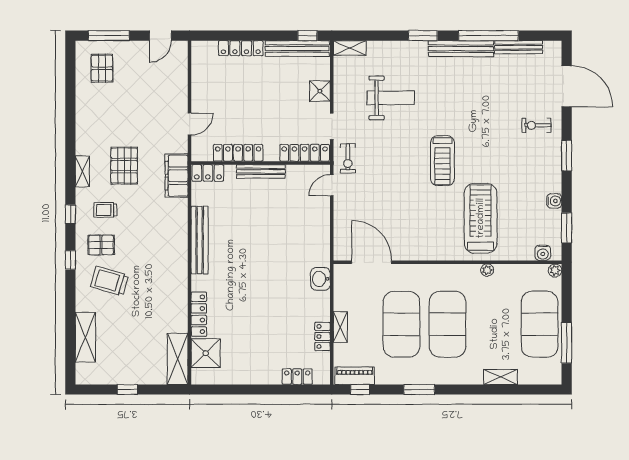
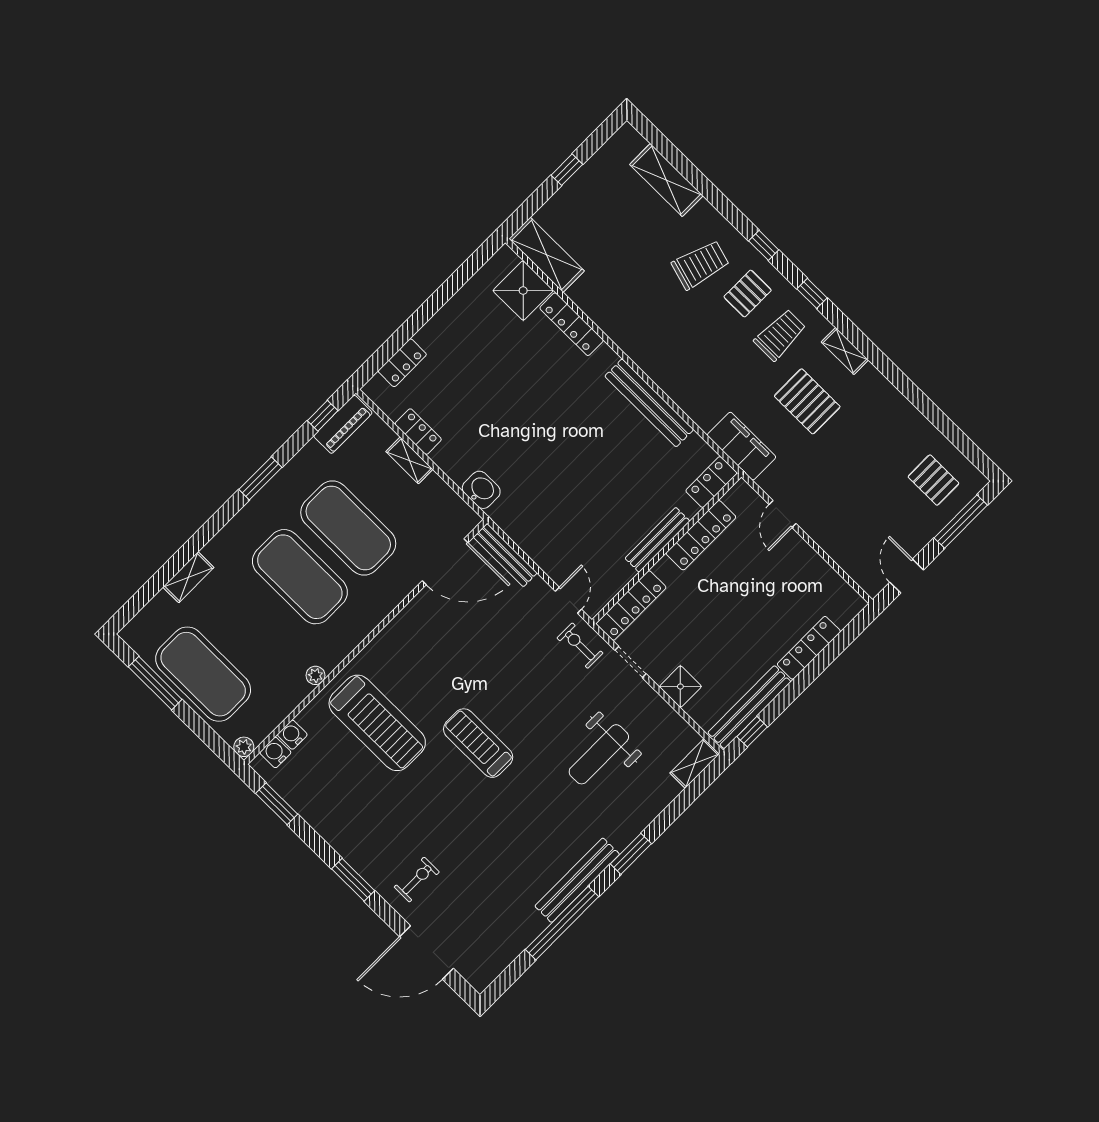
bench: (519, 47) -> (505, 555), moved, turned 90
water cooler: (554, 201) -> (292, 735), moved, turned 90
trolley: (105, 210) -> (780, 335), width x1.36, depth x1.39

